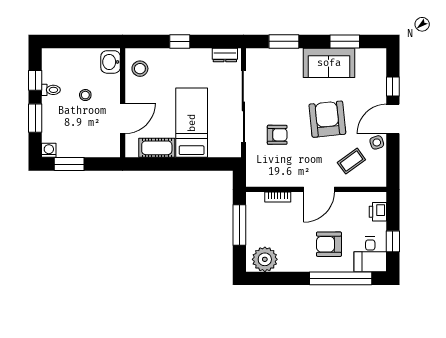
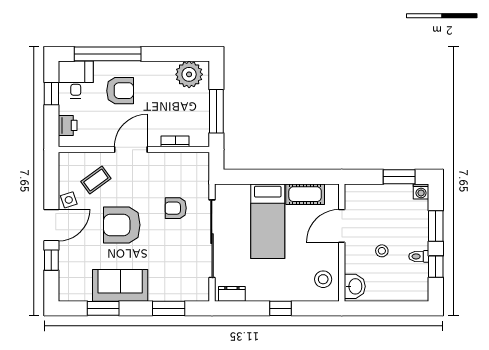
armchair: (327, 119) -> (122, 225), turned 96

